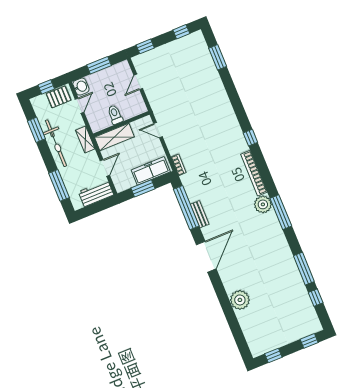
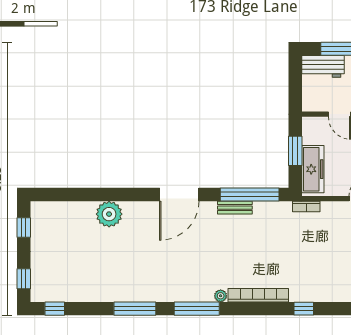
workbench: (96, 193) -> (323, 66), moved, turned 90
plant: (263, 204) -> (221, 296), width x0.53, depth x0.53
door: (206, 257) -> (179, 194), hinge flipped
window: (304, 269) -> (135, 309), moved
window: (316, 298) -> (55, 309), moved

